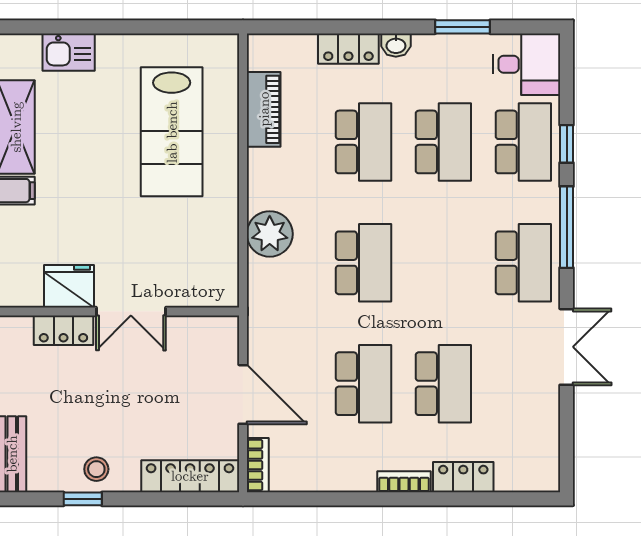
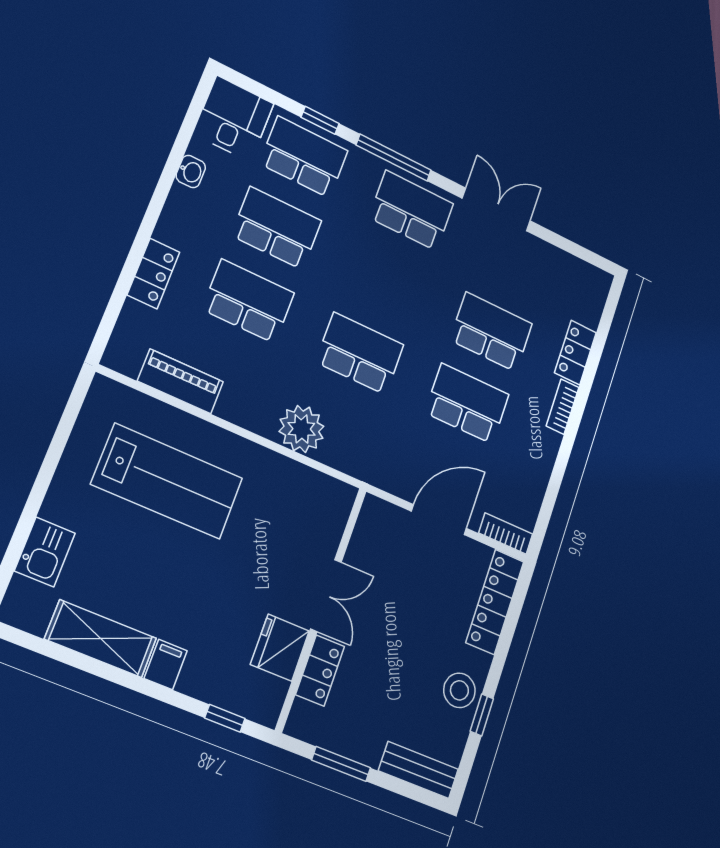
window: (463, 27) -> (175, 158), removed
washbasin: (396, 45) -> (191, 172), moved
stool: (96, 469) -> (459, 690), width x1.37, depth x1.37

